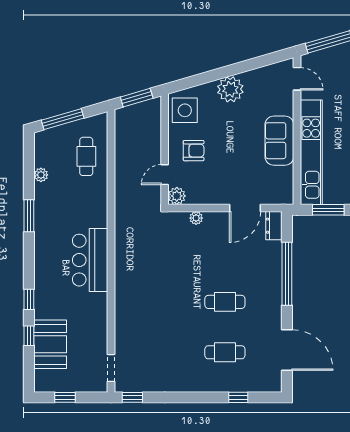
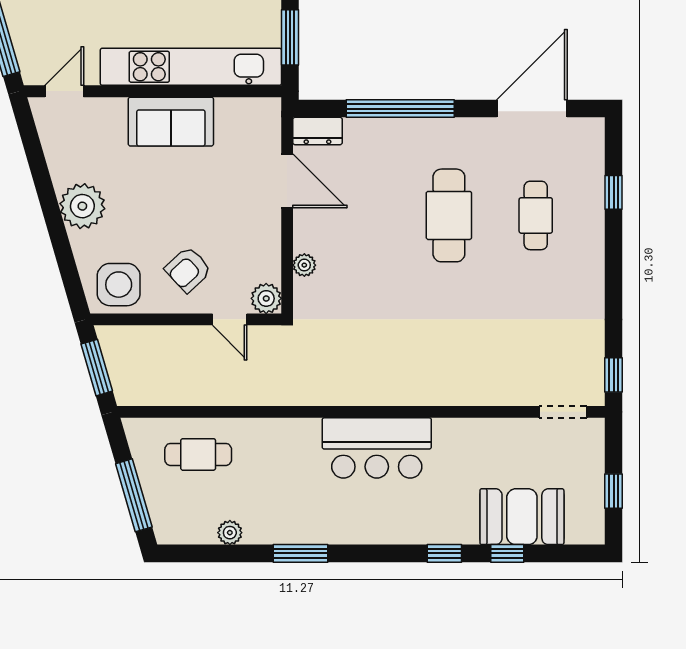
armchair: (194, 151) -> (188, 270), turned -133
cafe table: (225, 302) -> (449, 215), width x1.37, depth x1.35

